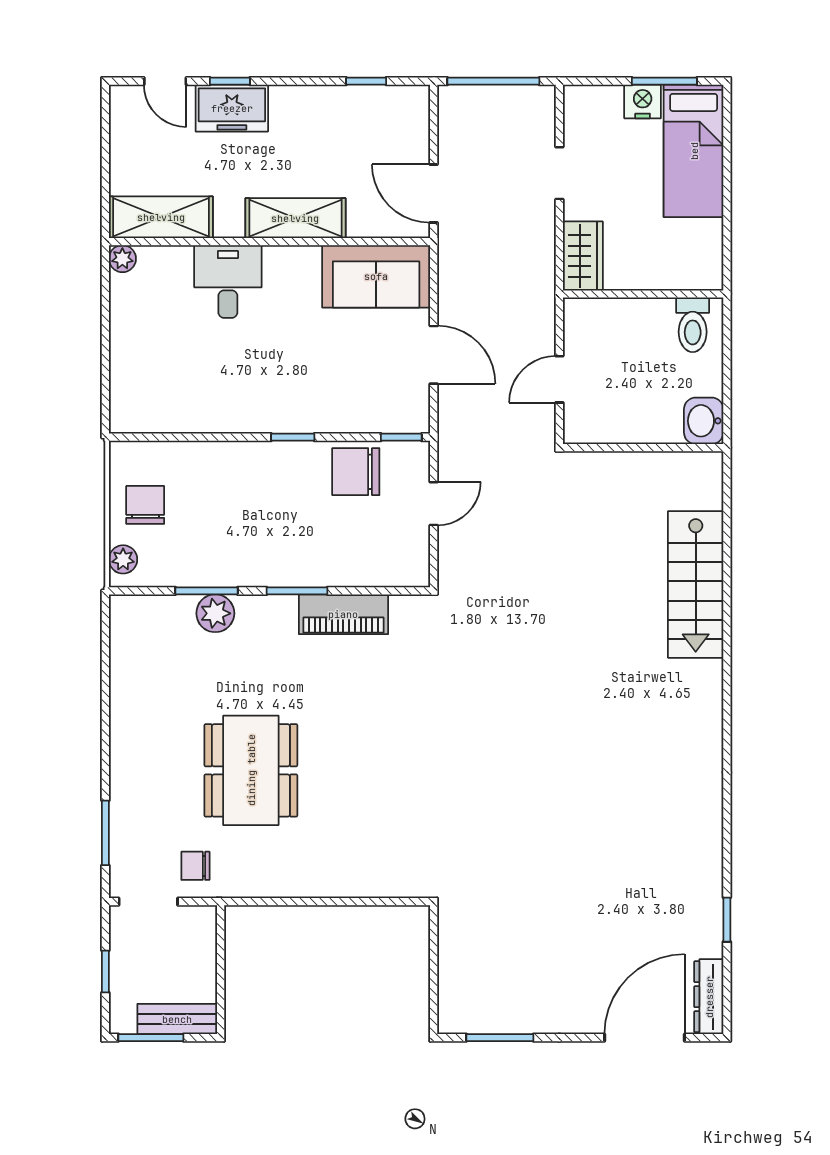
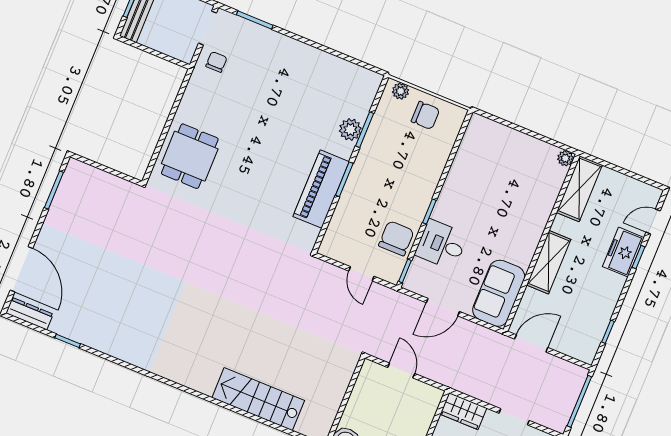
desk: (228, 282) -> (441, 245), moved, turned 180
piano: (343, 614) -> (321, 189), width x1.37, depth x1.33
dining table: (251, 770) -> (190, 156), moved, width x0.73

